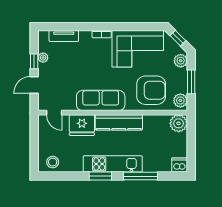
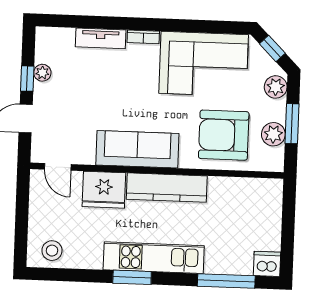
tv unit: (64, 36) -> (101, 38), moved
armchair: (151, 90) -> (224, 135), turned 180
plant: (180, 100) -> (273, 134), moved
plant: (179, 123) -> (268, 193), removed
window: (141, 176) -> (226, 281), moved

